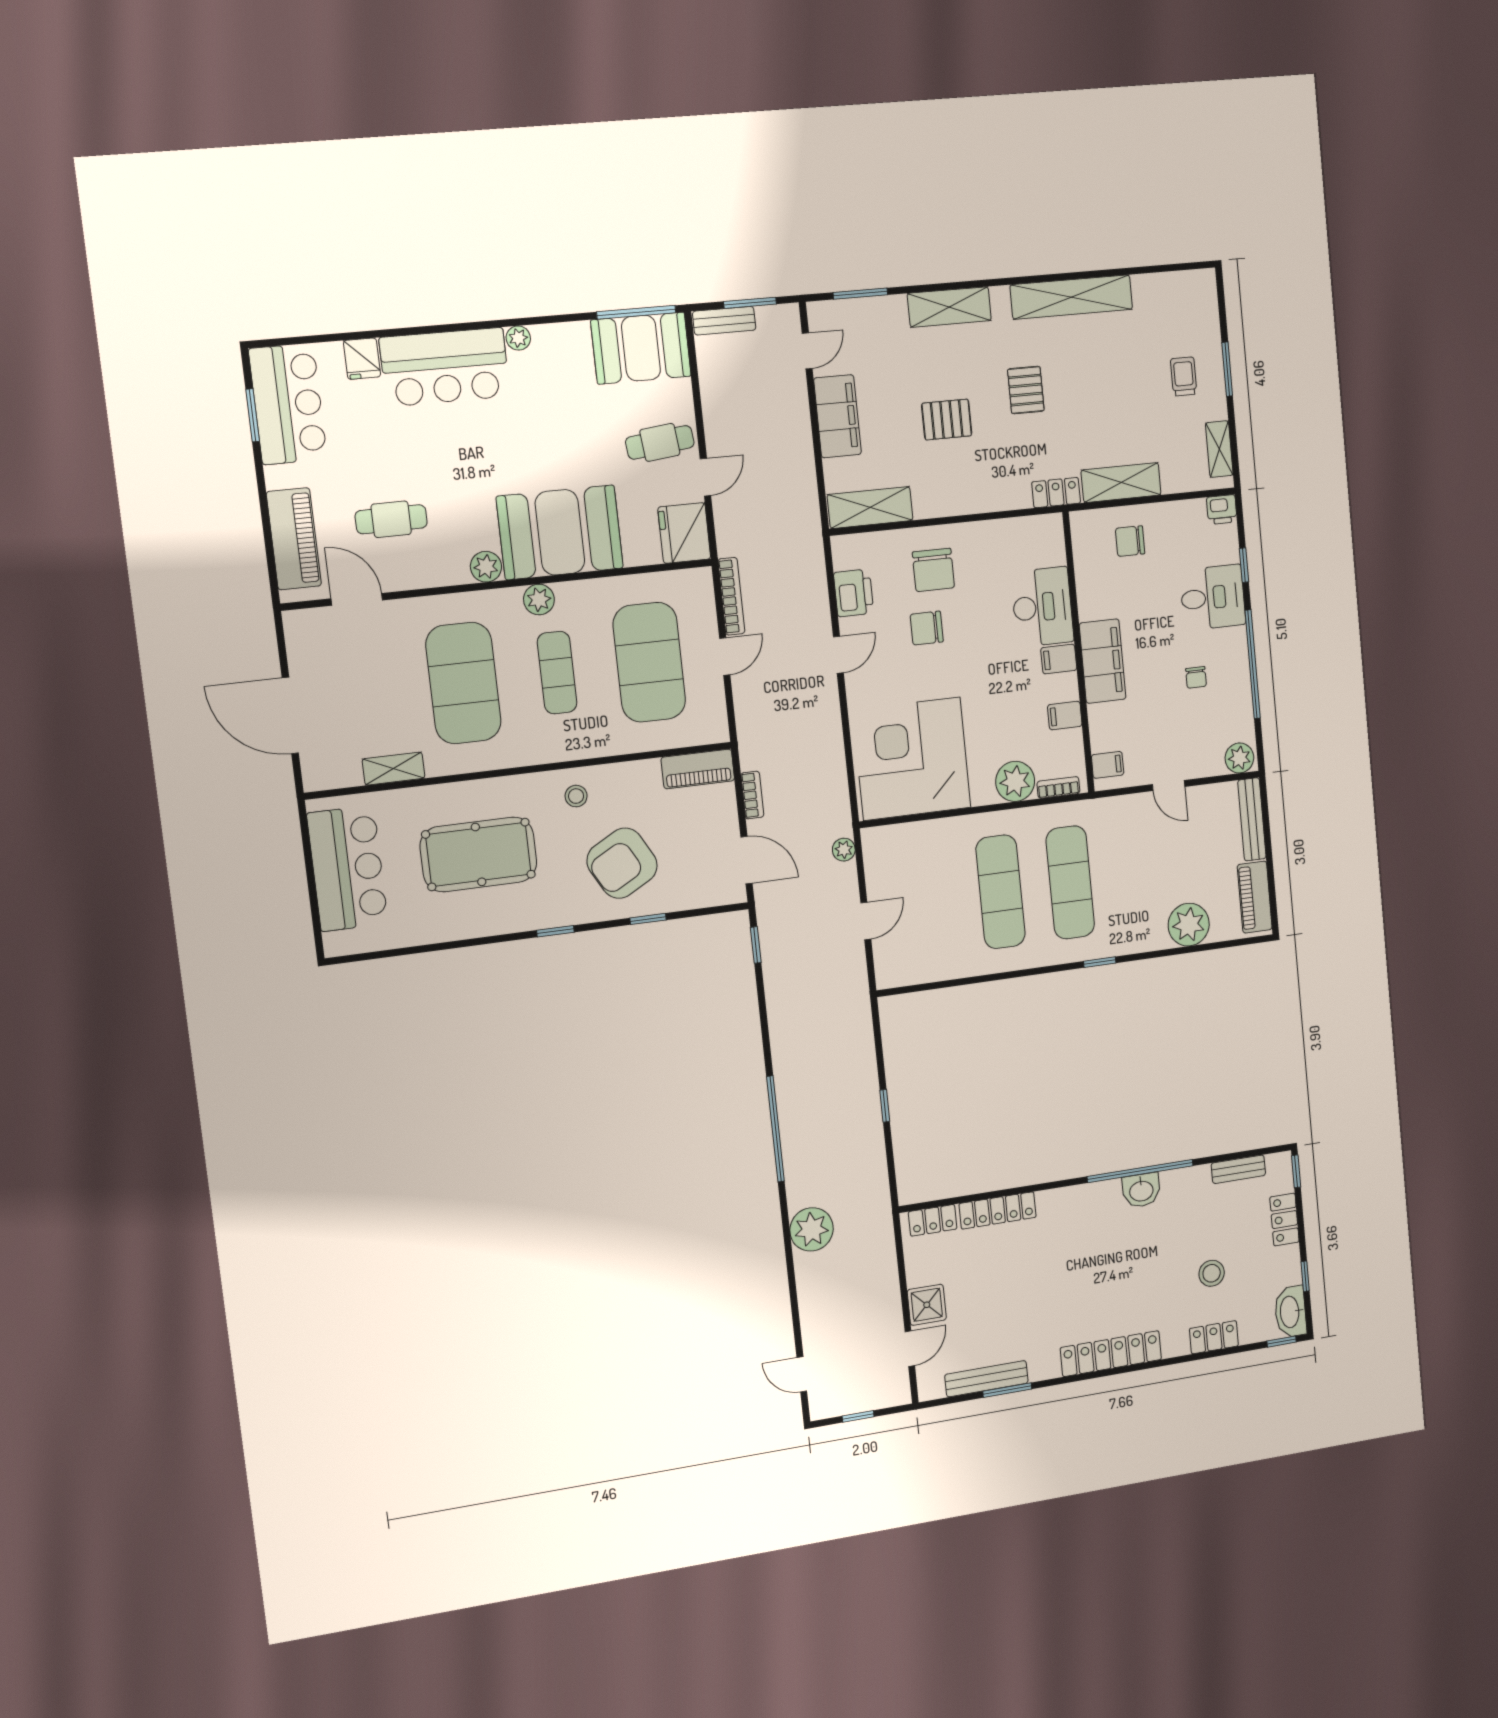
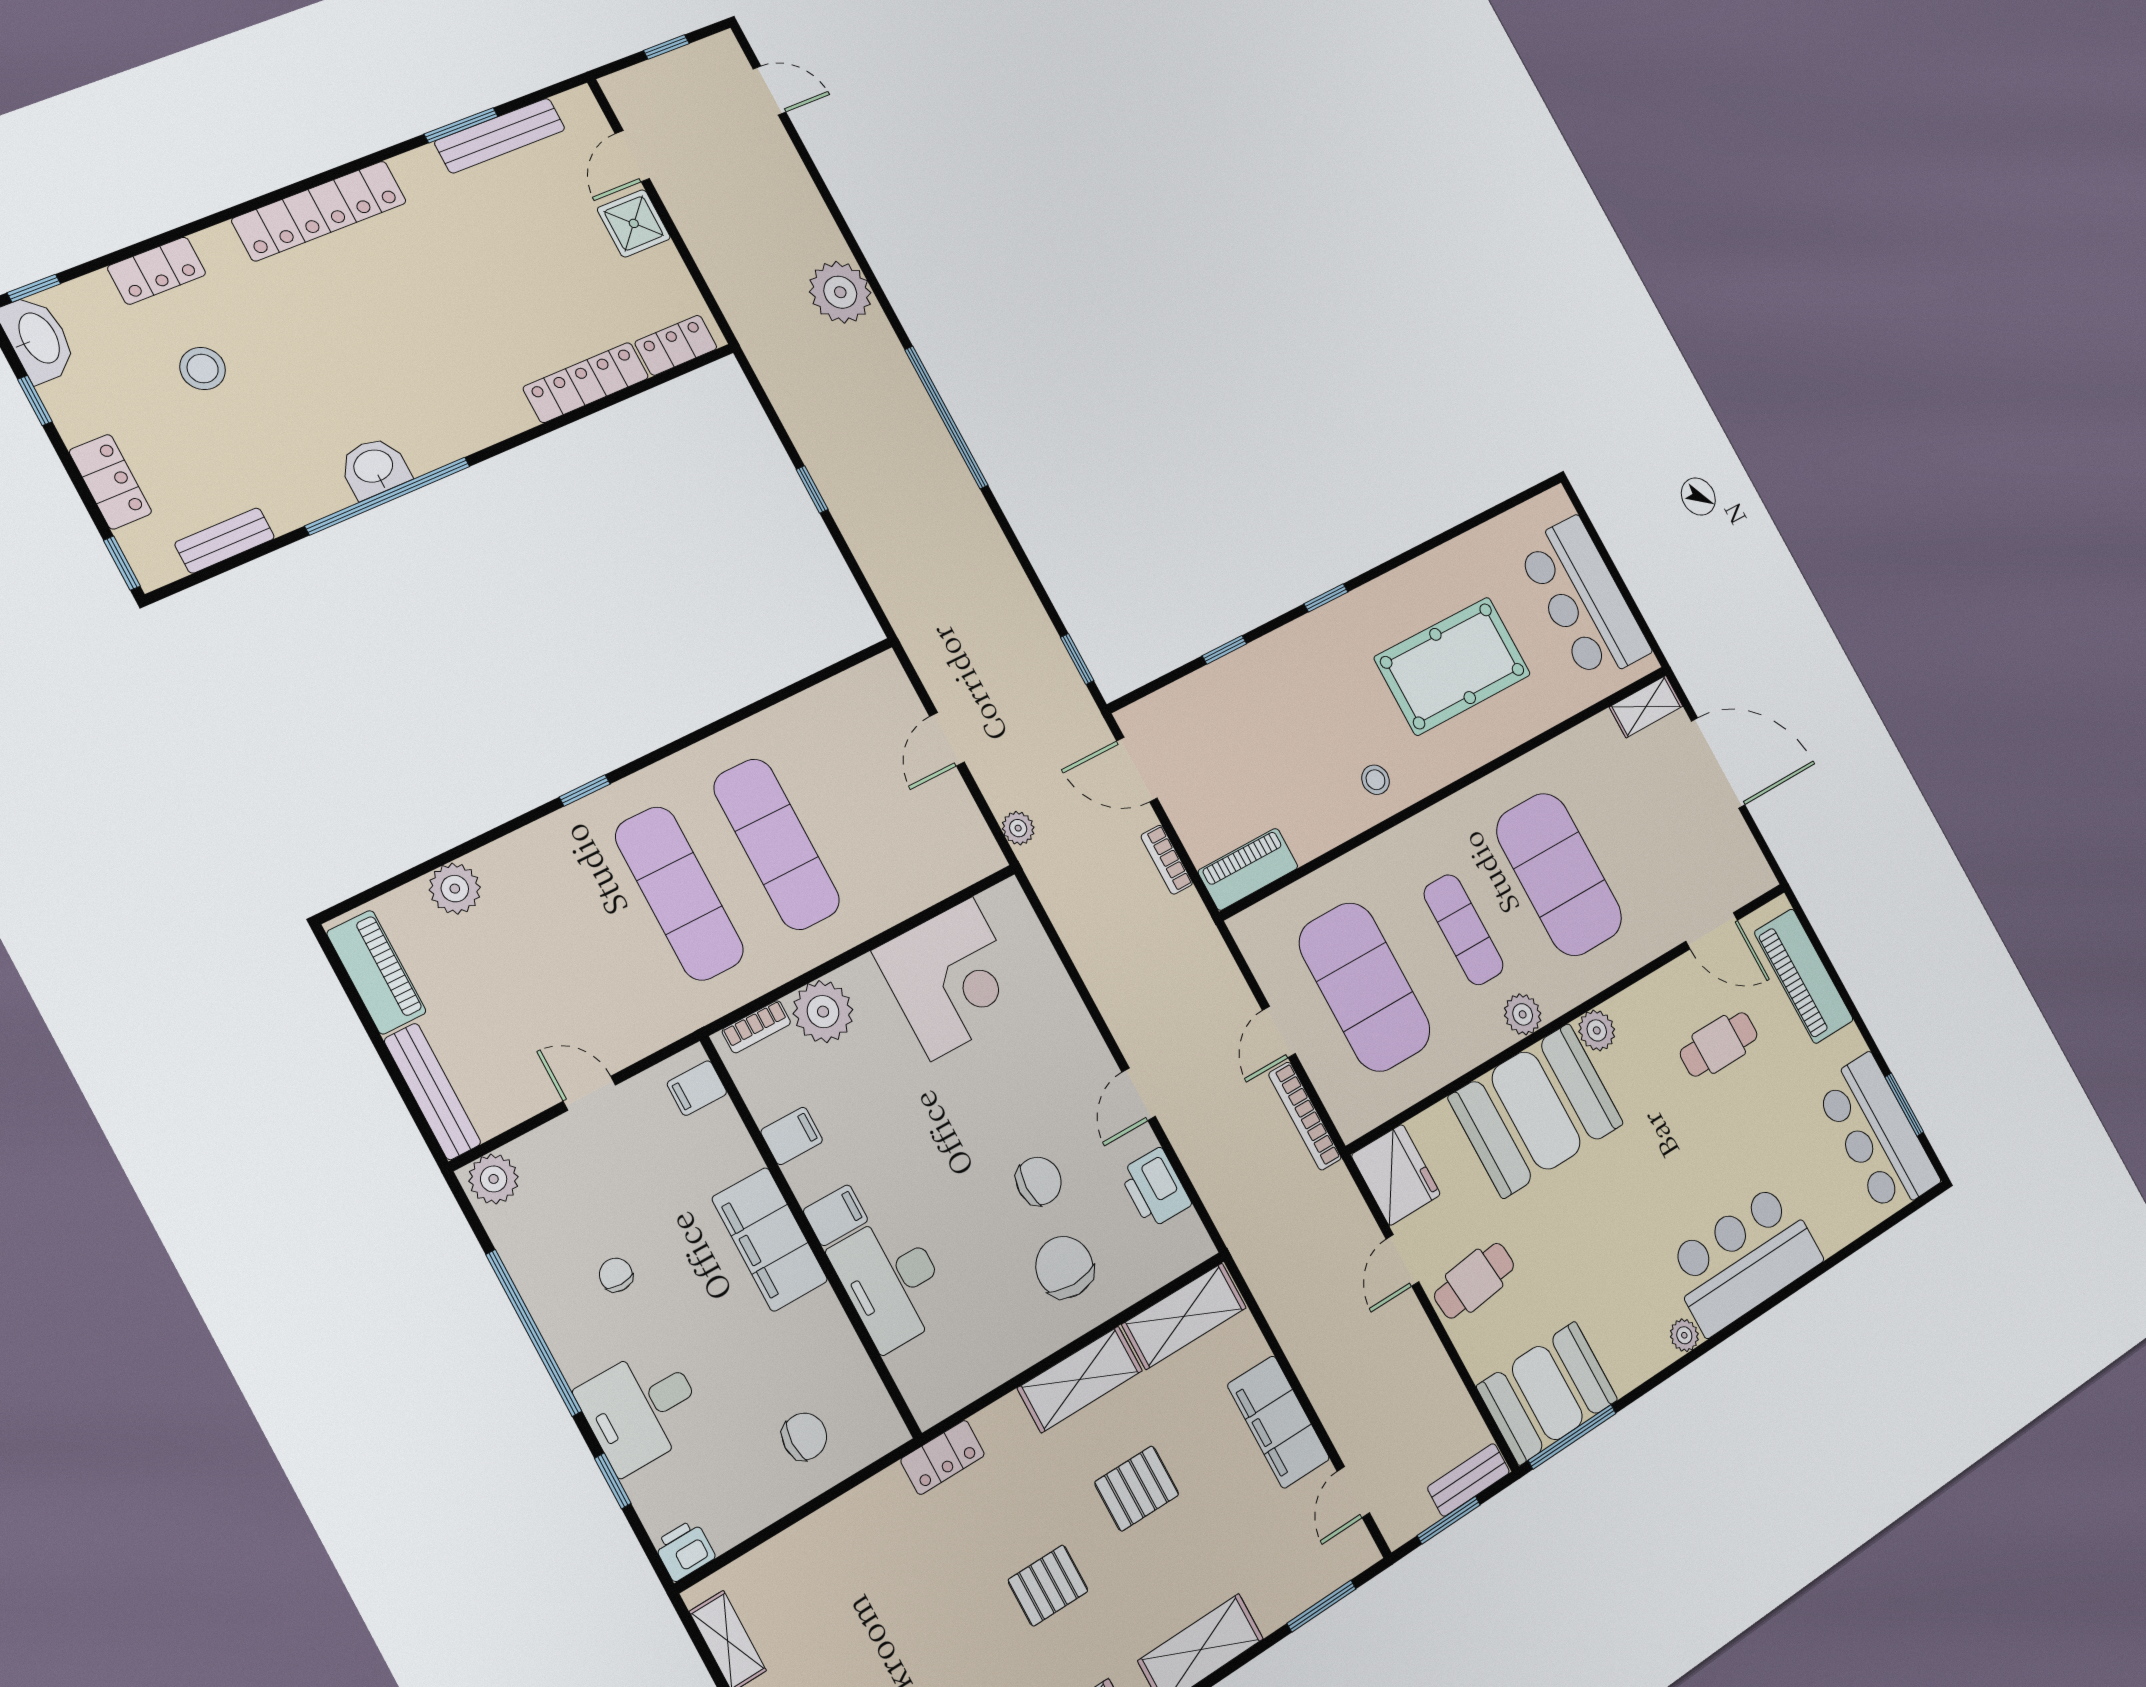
fridge: (362, 359) -> (1830, 1226), removed
pallet: (1026, 390) -> (1048, 1585), turned 90
shelving: (1121, 483) -> (1080, 1379), moved
corner desk: (912, 759) -> (952, 979), width x0.74, depth x0.74
shelving: (394, 769) -> (1646, 707), moved
armchair: (622, 863) -> (1286, 712), removed
plant: (1189, 925) -> (455, 889), width x0.73, depth x0.73

